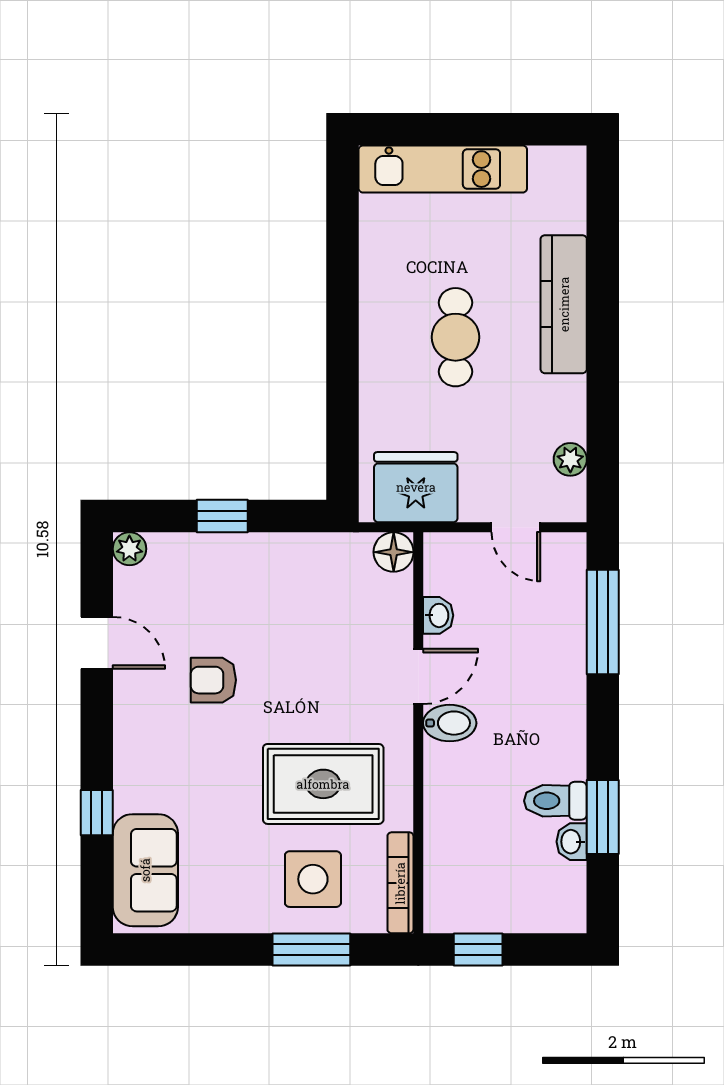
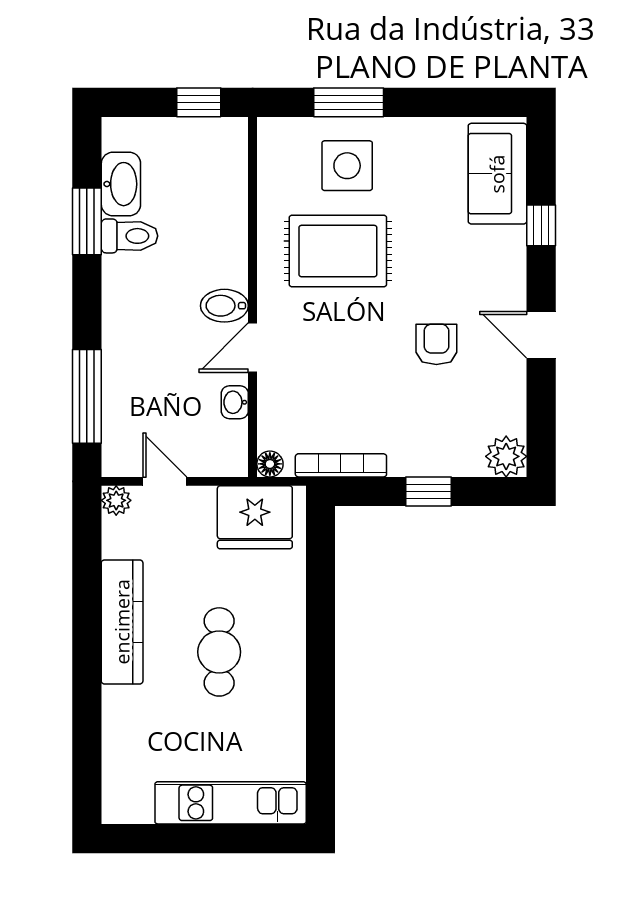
kitchen counter: (564, 304) -> (122, 622), moved
plant: (570, 459) -> (116, 500), moved
plant: (129, 549) -> (506, 456), width x1.38, depth x1.38
floor lamp: (394, 552) -> (270, 464), width x0.73, depth x0.73
door: (97, 643) -> (541, 335), moved
armchair: (213, 680) -> (436, 344), turned -90
washbasin: (572, 842) -> (121, 184), width x1.91, depth x1.45
bookcase: (400, 883) -> (341, 465), moved, turned -90

